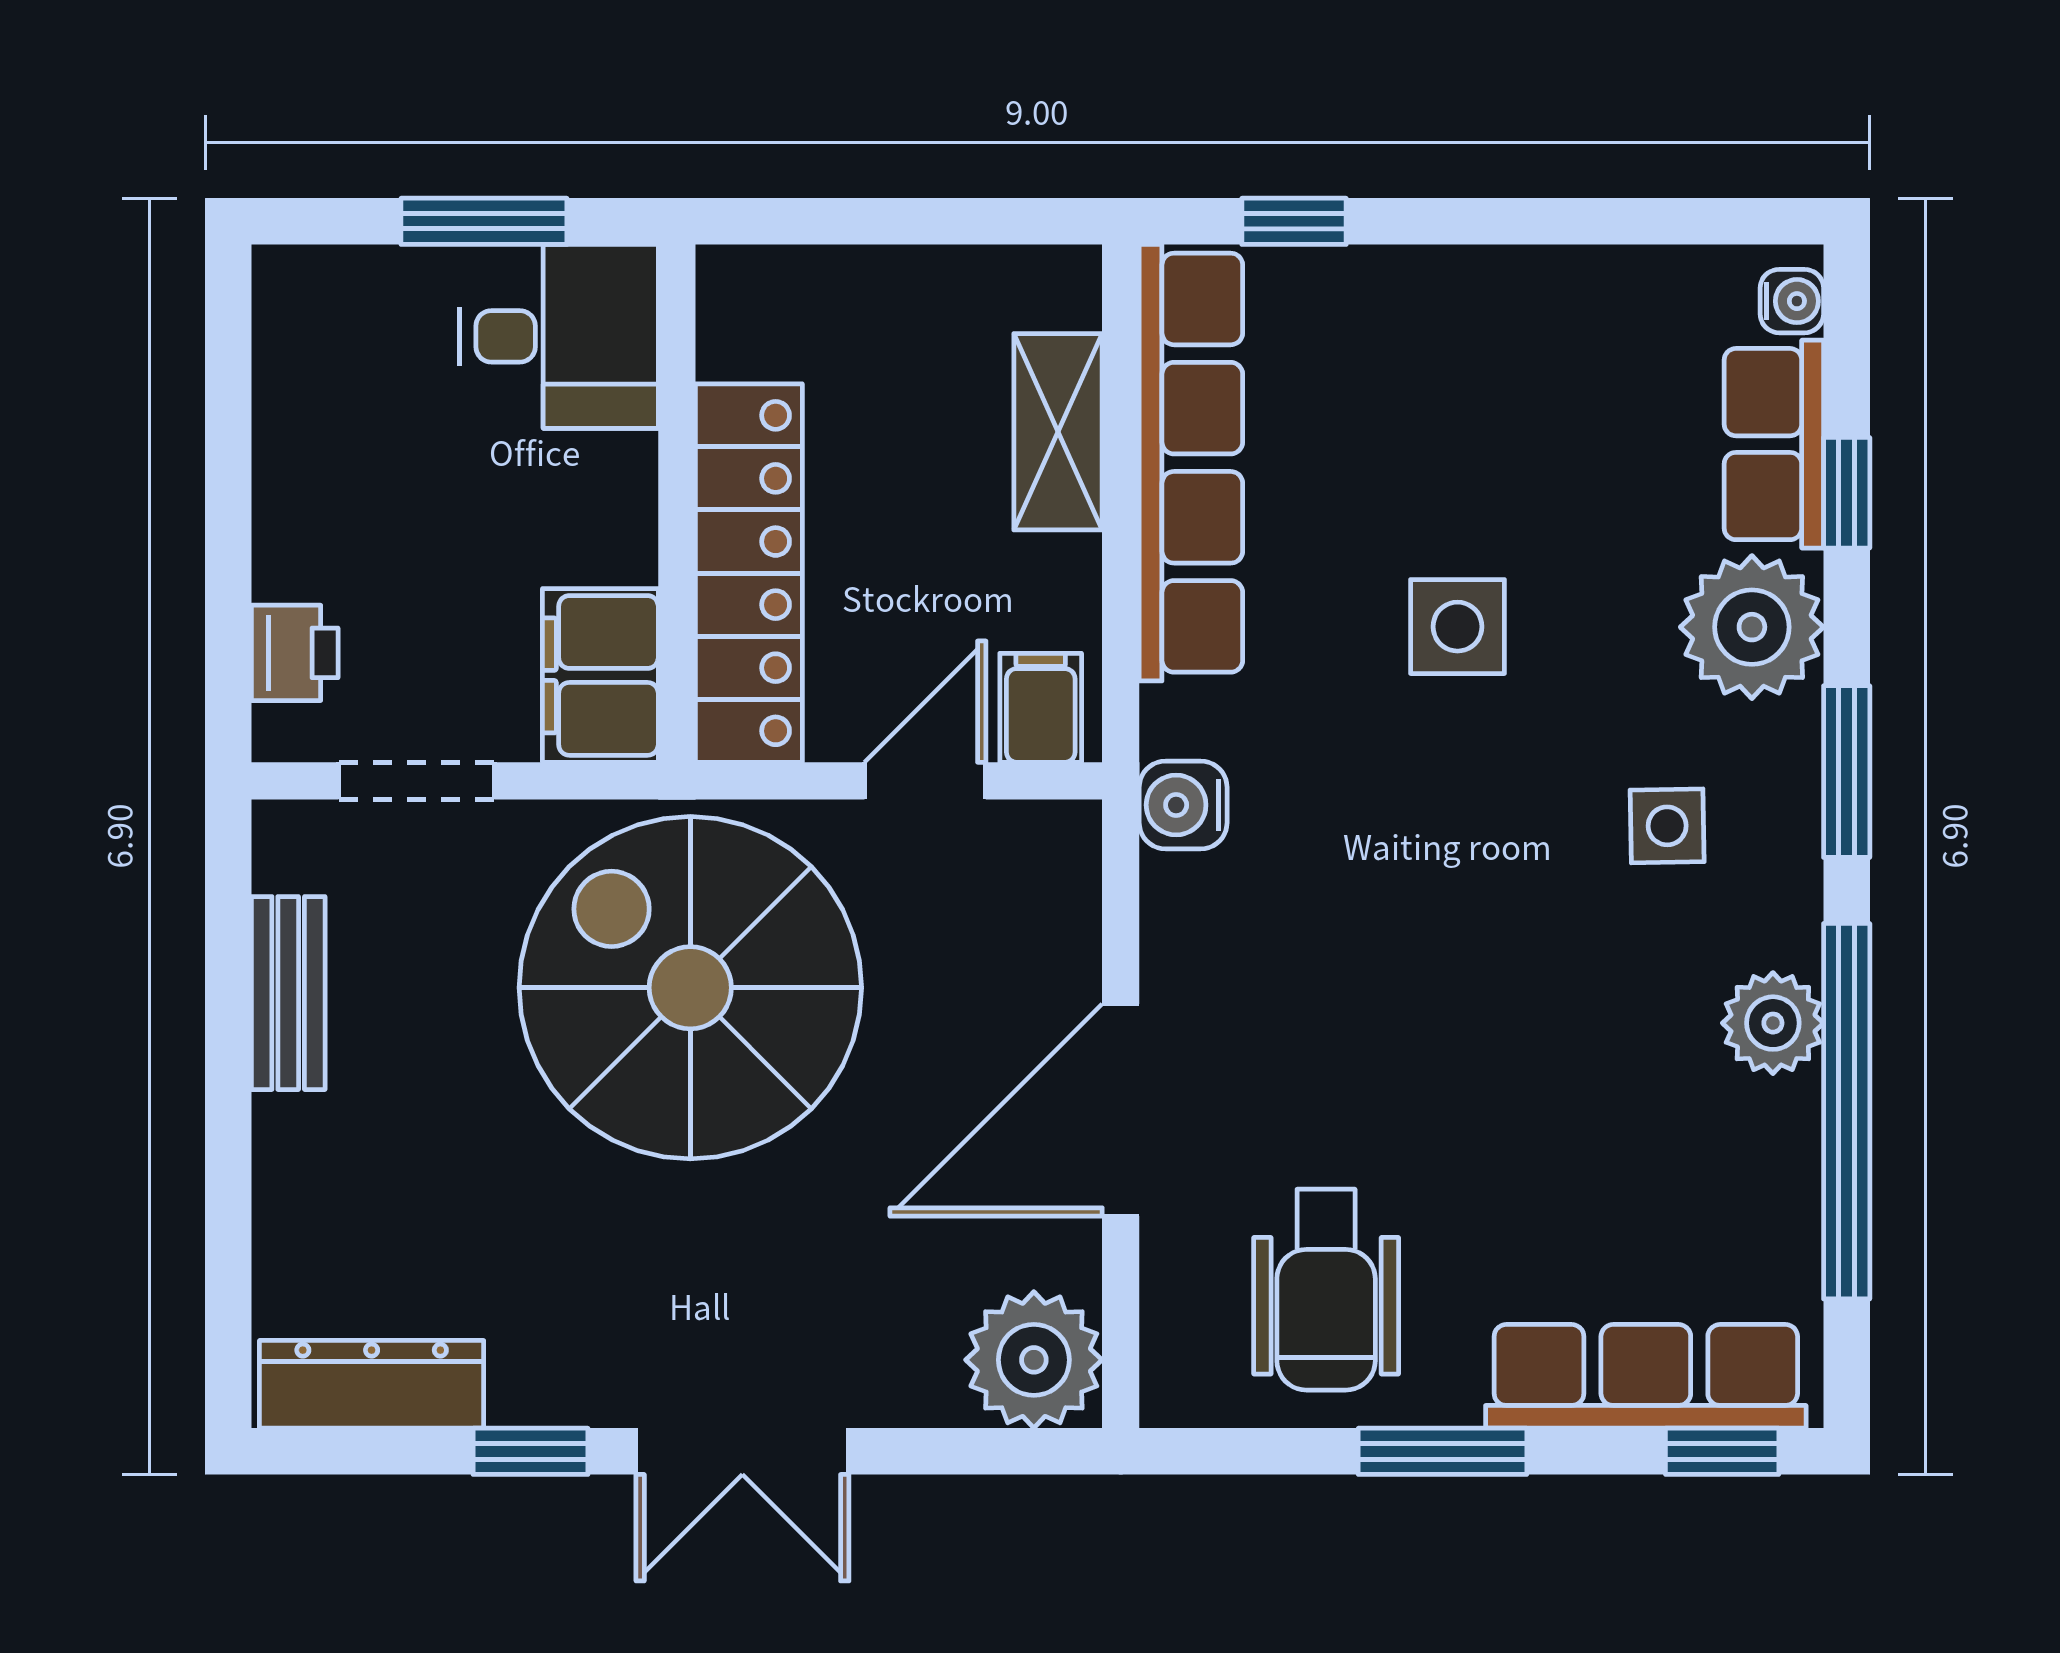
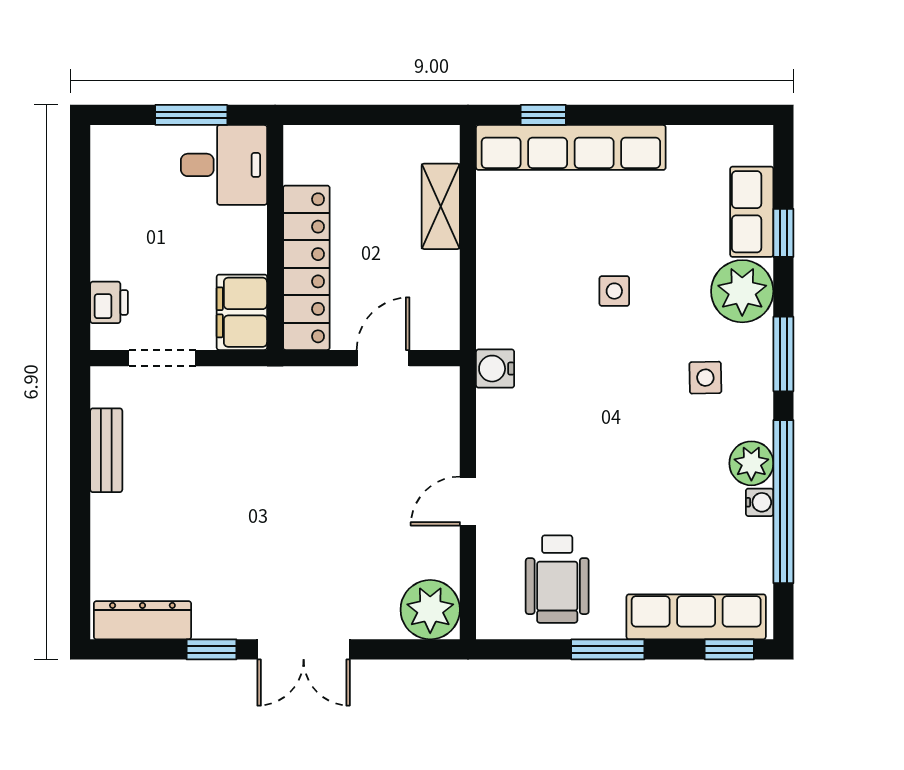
water cooler: (1792, 301) -> (760, 502), moved
row of seats: (1191, 463) -> (571, 147), moved, turned 90
side table: (1458, 627) -> (614, 291), width x0.73, depth x0.73
filing cabinet: (1041, 708) -> (433, 326), removed
spiral stairs: (690, 988) -> (281, 448), removed
door: (1121, 1110) -> (468, 501), width x0.53

